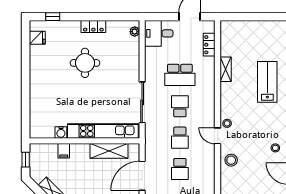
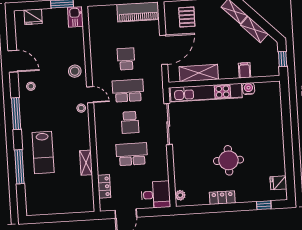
school desk: (180, 138) -> (128, 91), width x1.85

